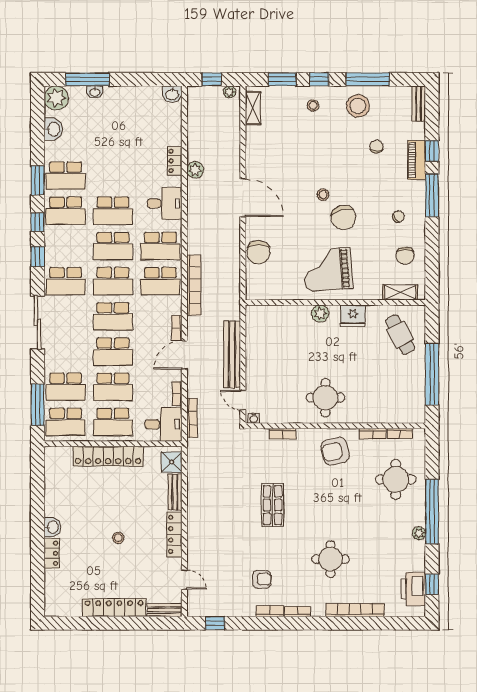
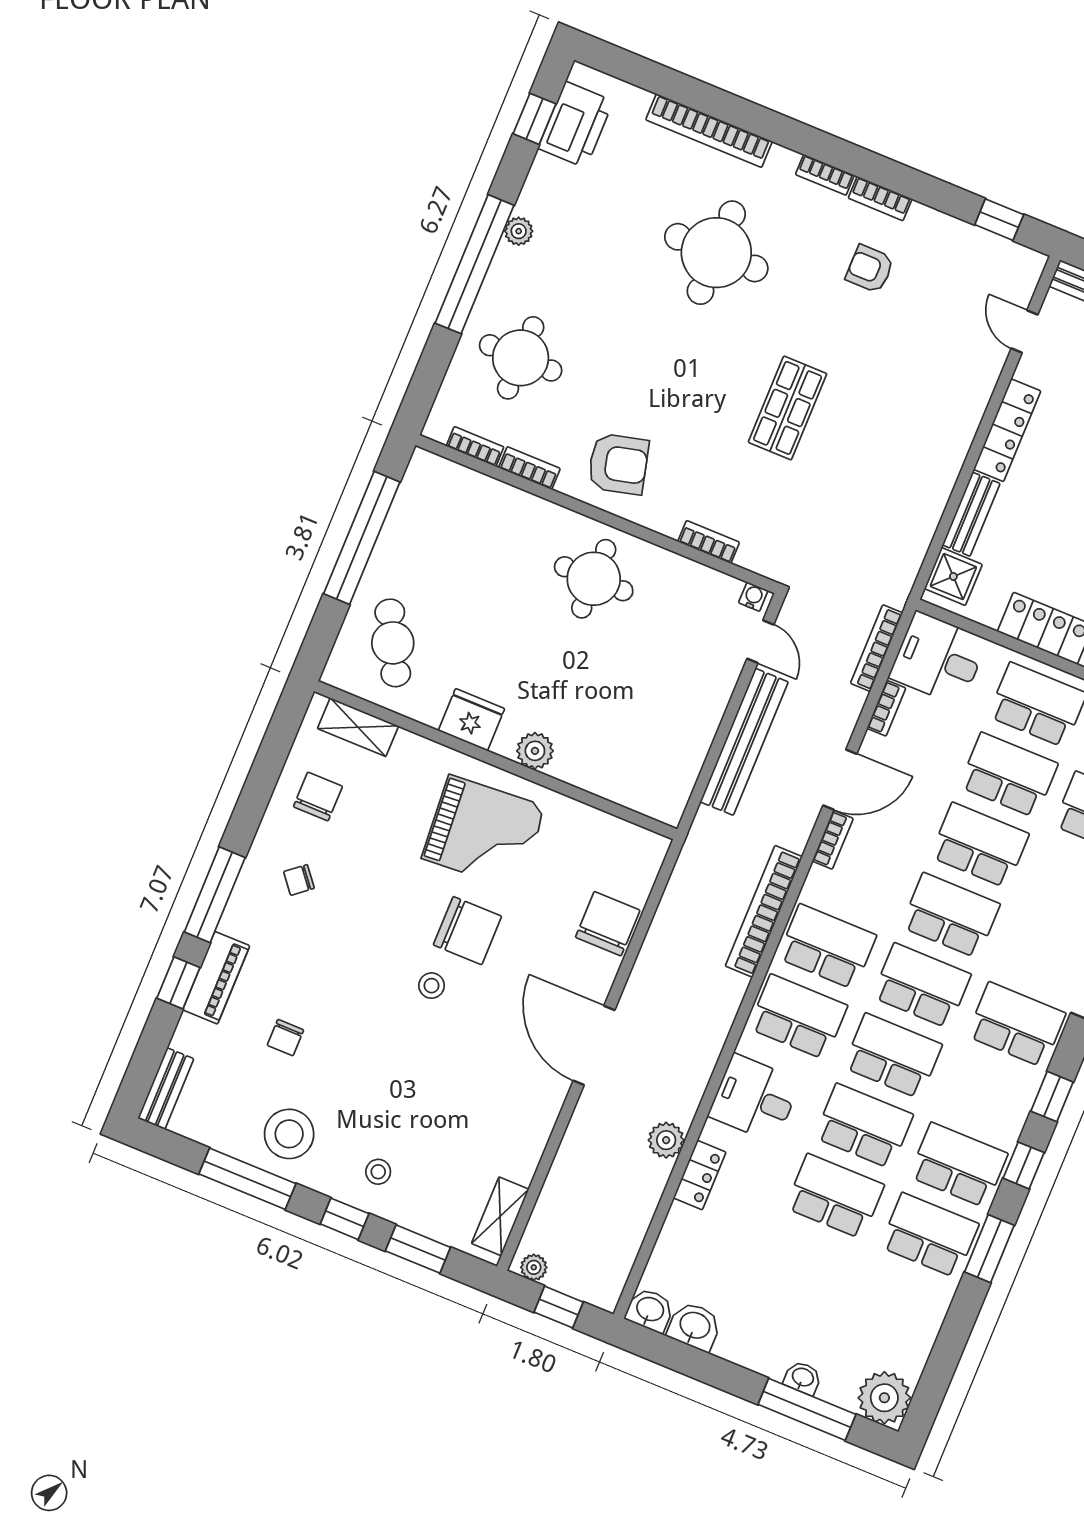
washbasin: (53, 129) -> (695, 1326), moved, turned 90
school desk: (113, 176) -> (835, 1196), added
chair: (343, 218) -> (467, 931), moved, turned 106
round table: (330, 559) -> (716, 253), width x1.36, depth x1.36

